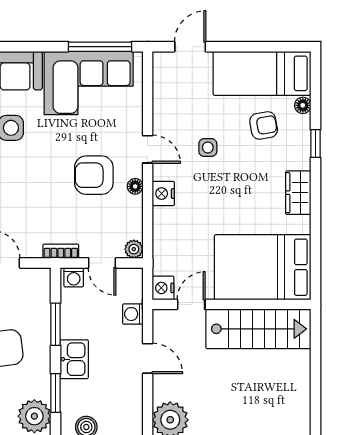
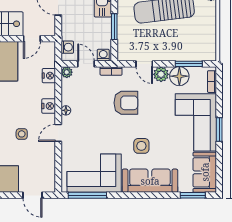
door: (190, 47) -> (32, 195), hinge flipped
door: (148, 149) -> (58, 133), hinge flipped
armchair: (94, 175) -> (126, 103), moved
nightstand: (163, 288) -> (49, 76), moved
washing machine: (133, 314) -> (67, 47), moved

